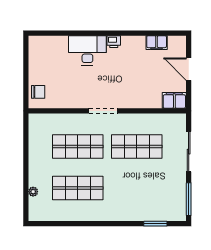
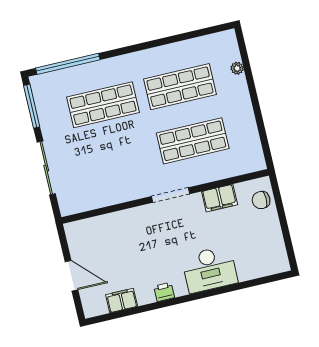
printer: (114, 42) -> (164, 292), moved
filing cabinet: (174, 100) -> (220, 198), moved
shop shelf: (137, 147) -> (103, 105), moved
window: (155, 224) -> (68, 64), width x2.11

